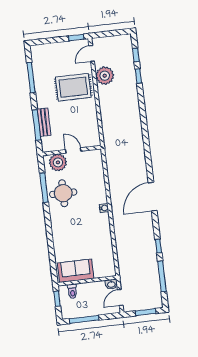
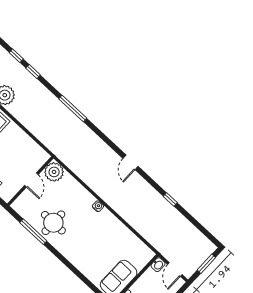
door: (73, 150) -> (31, 180), swing flipped
plant: (58, 162) -> (54, 172), moved
door: (153, 197) -> (130, 162), width x0.53
window: (162, 276) -> (73, 108), moved

